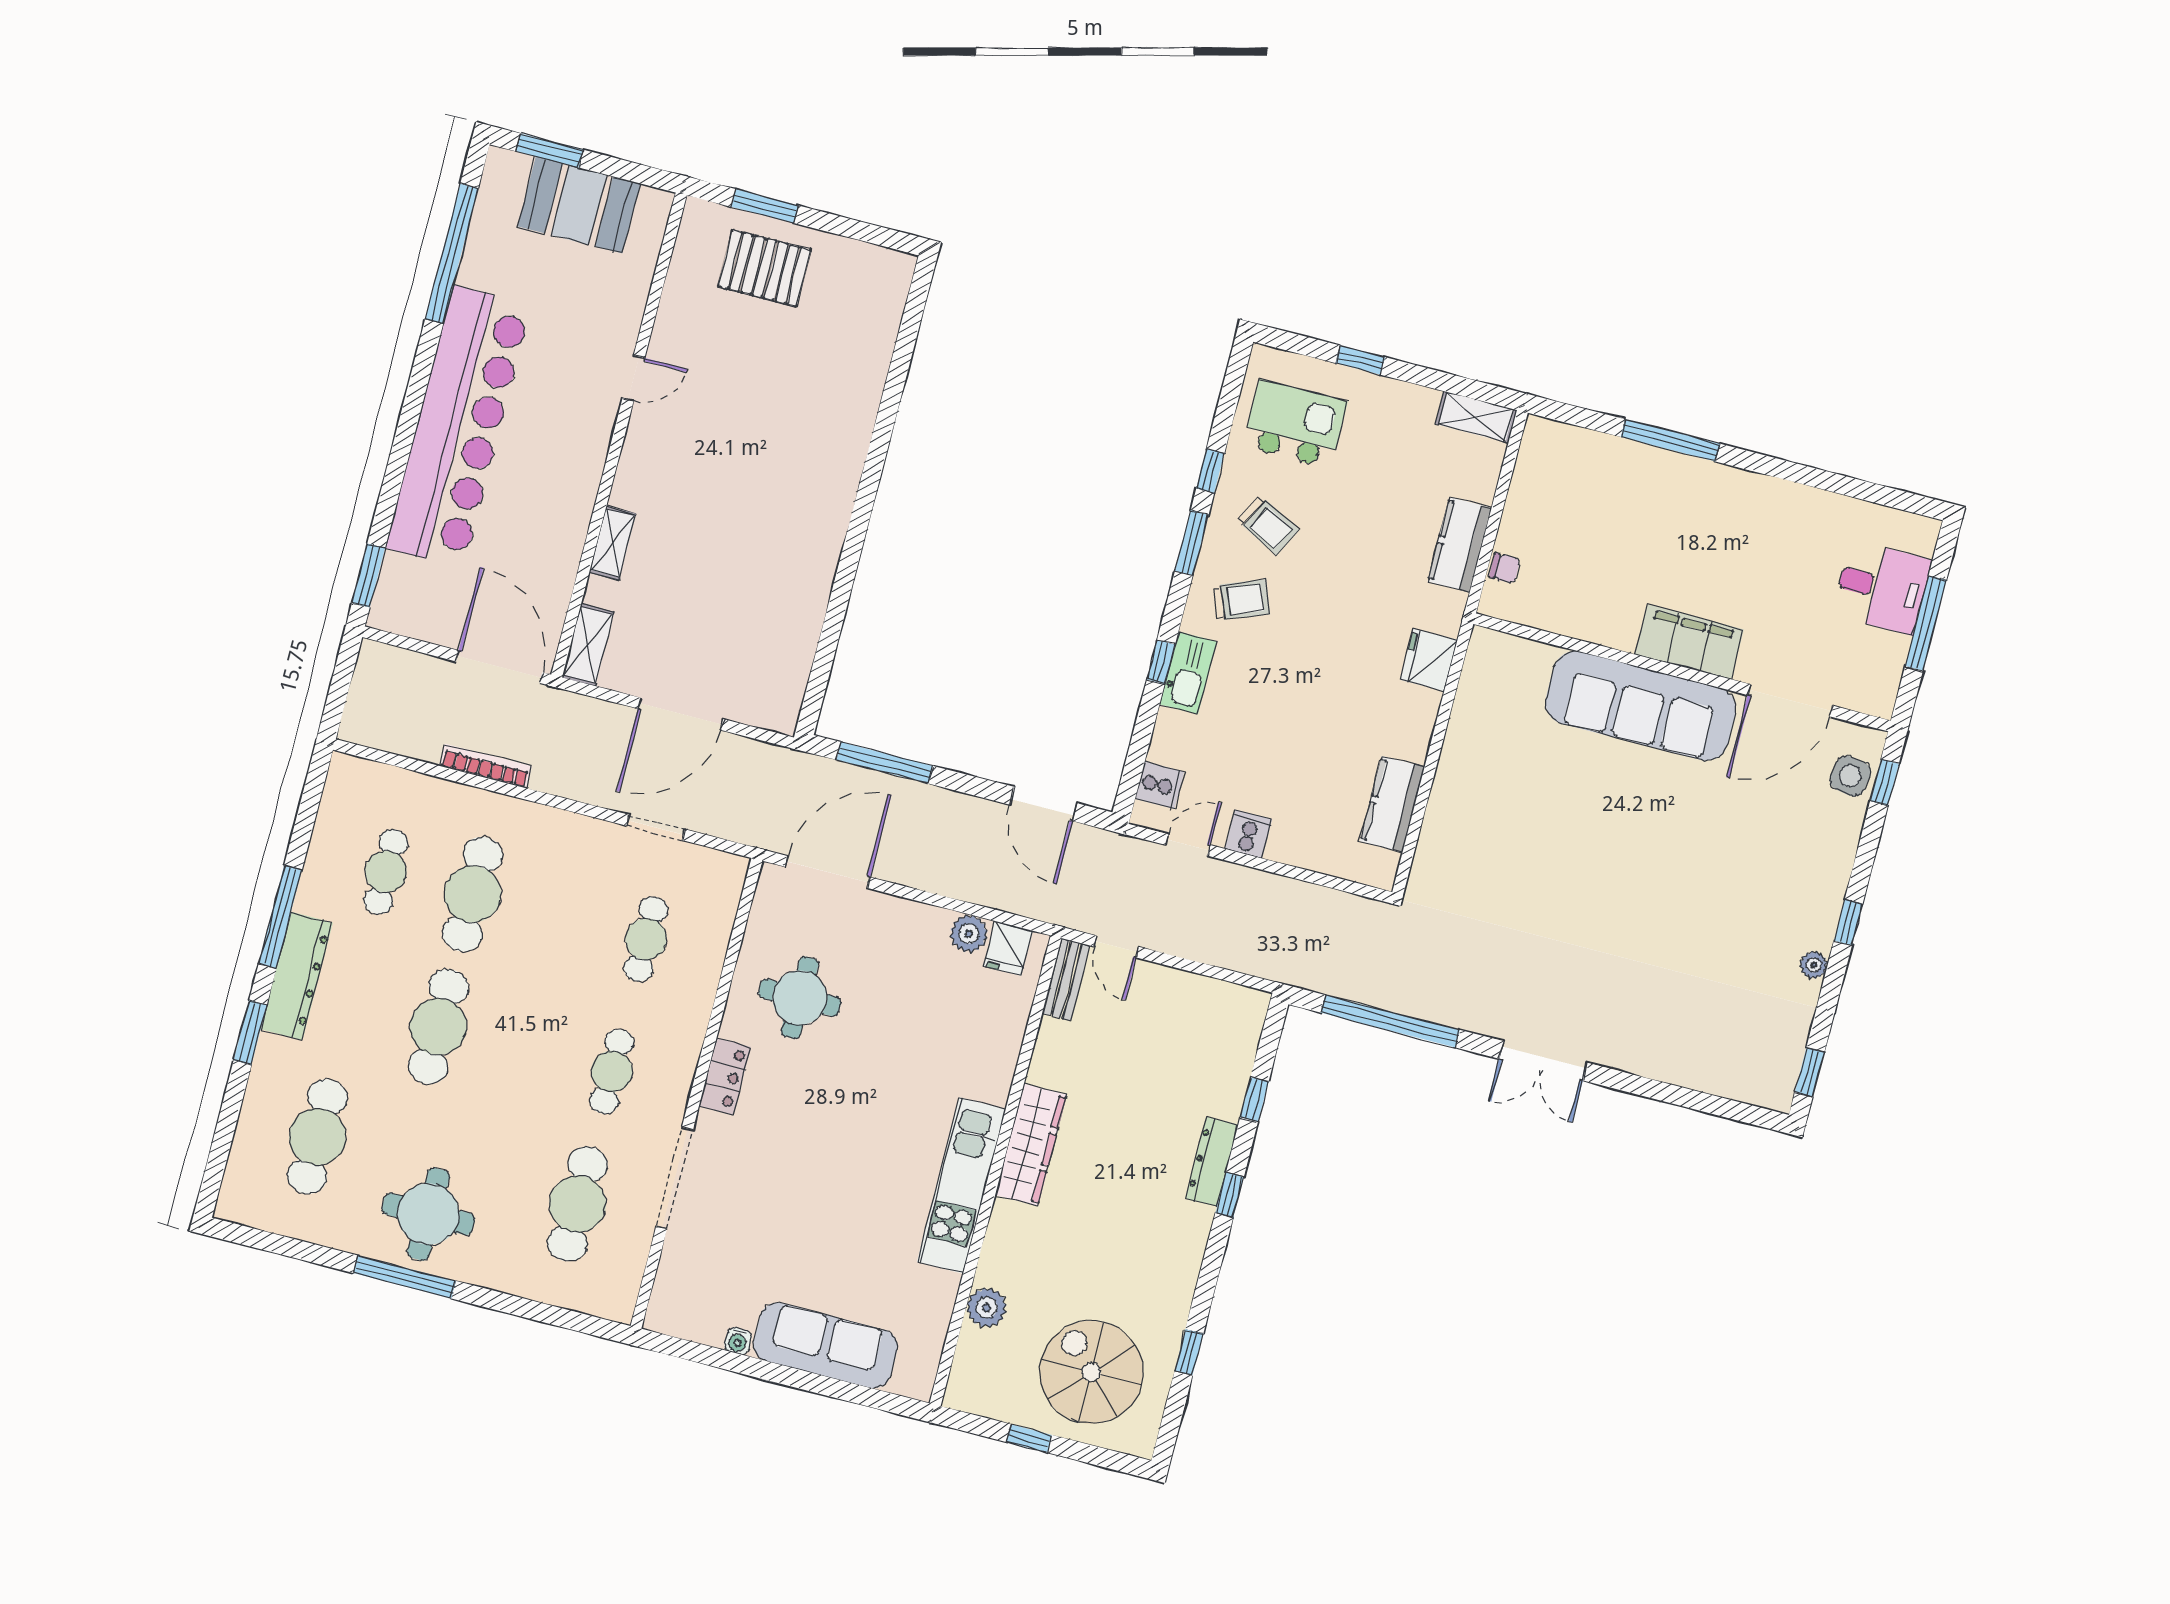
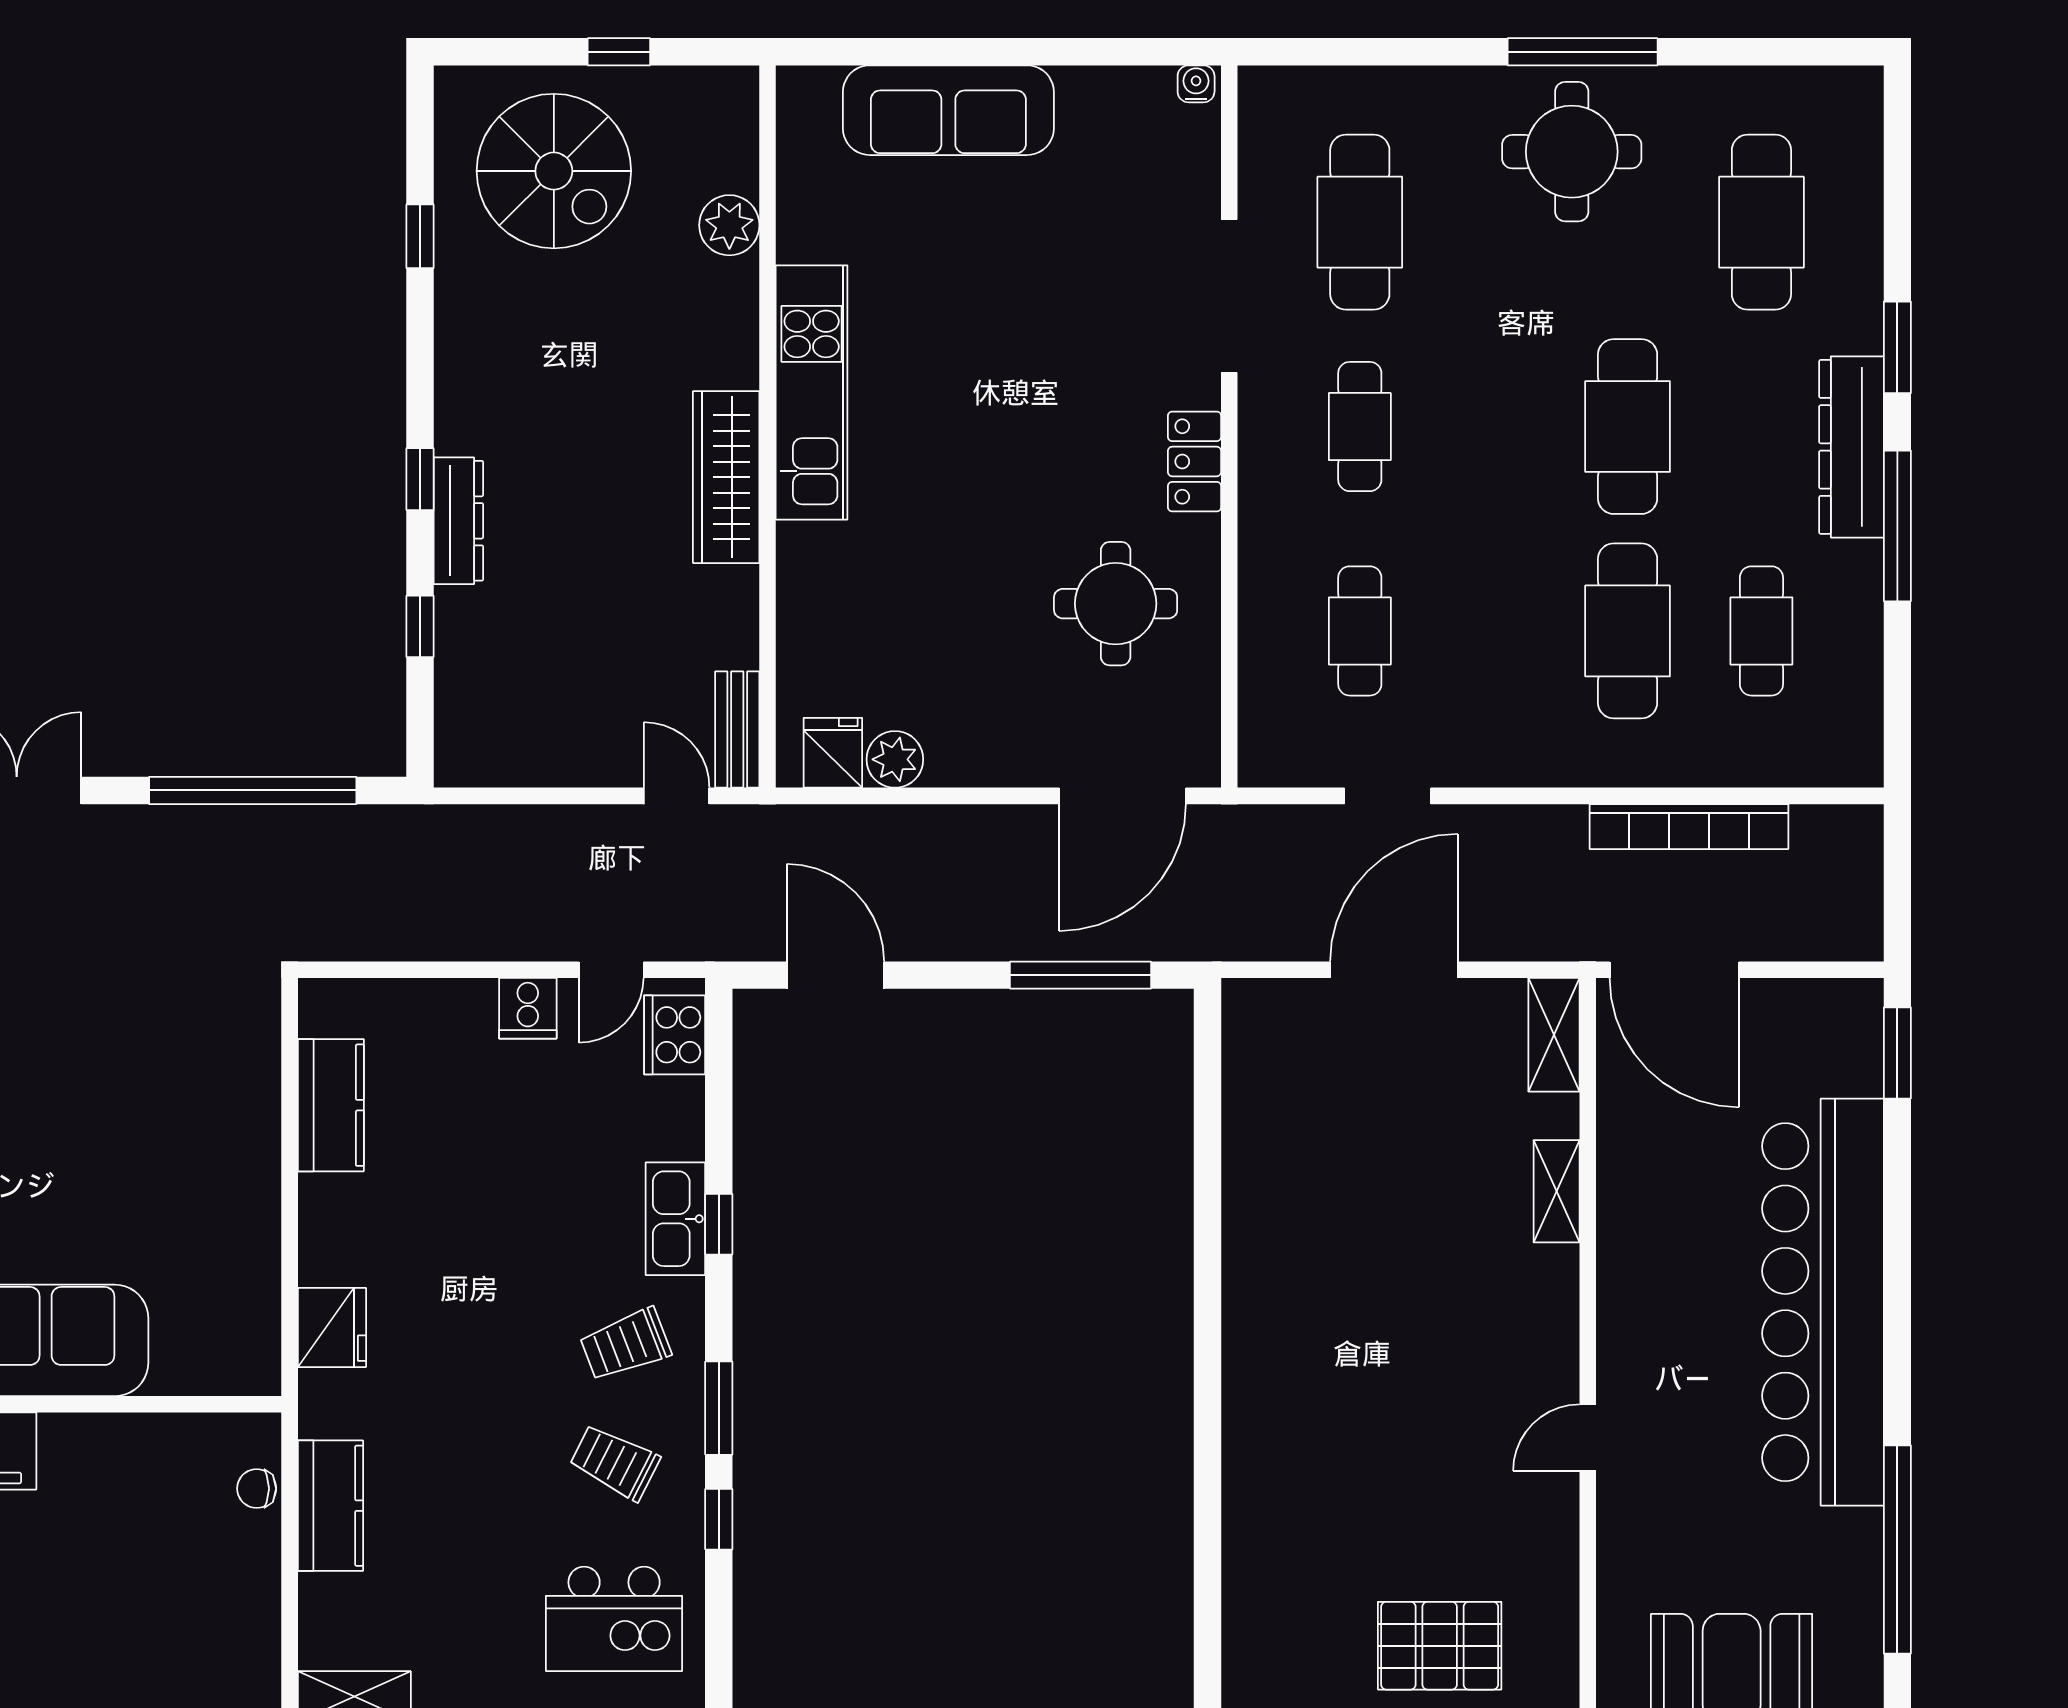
bookcase: (486, 766) -> (1689, 827), width x1.48, depth x1.31
cooker: (1160, 785) -> (675, 1035), width x1.36
water cooler: (738, 1341) -> (1196, 84), moved

